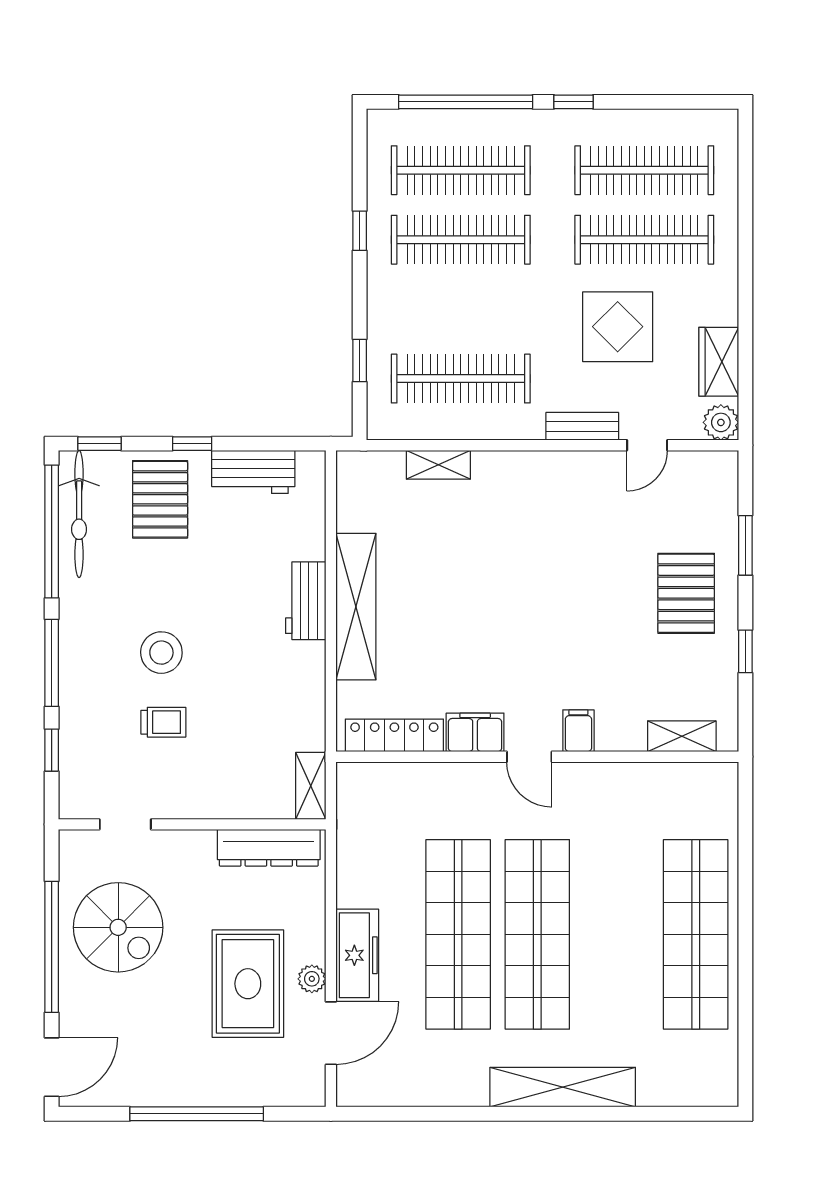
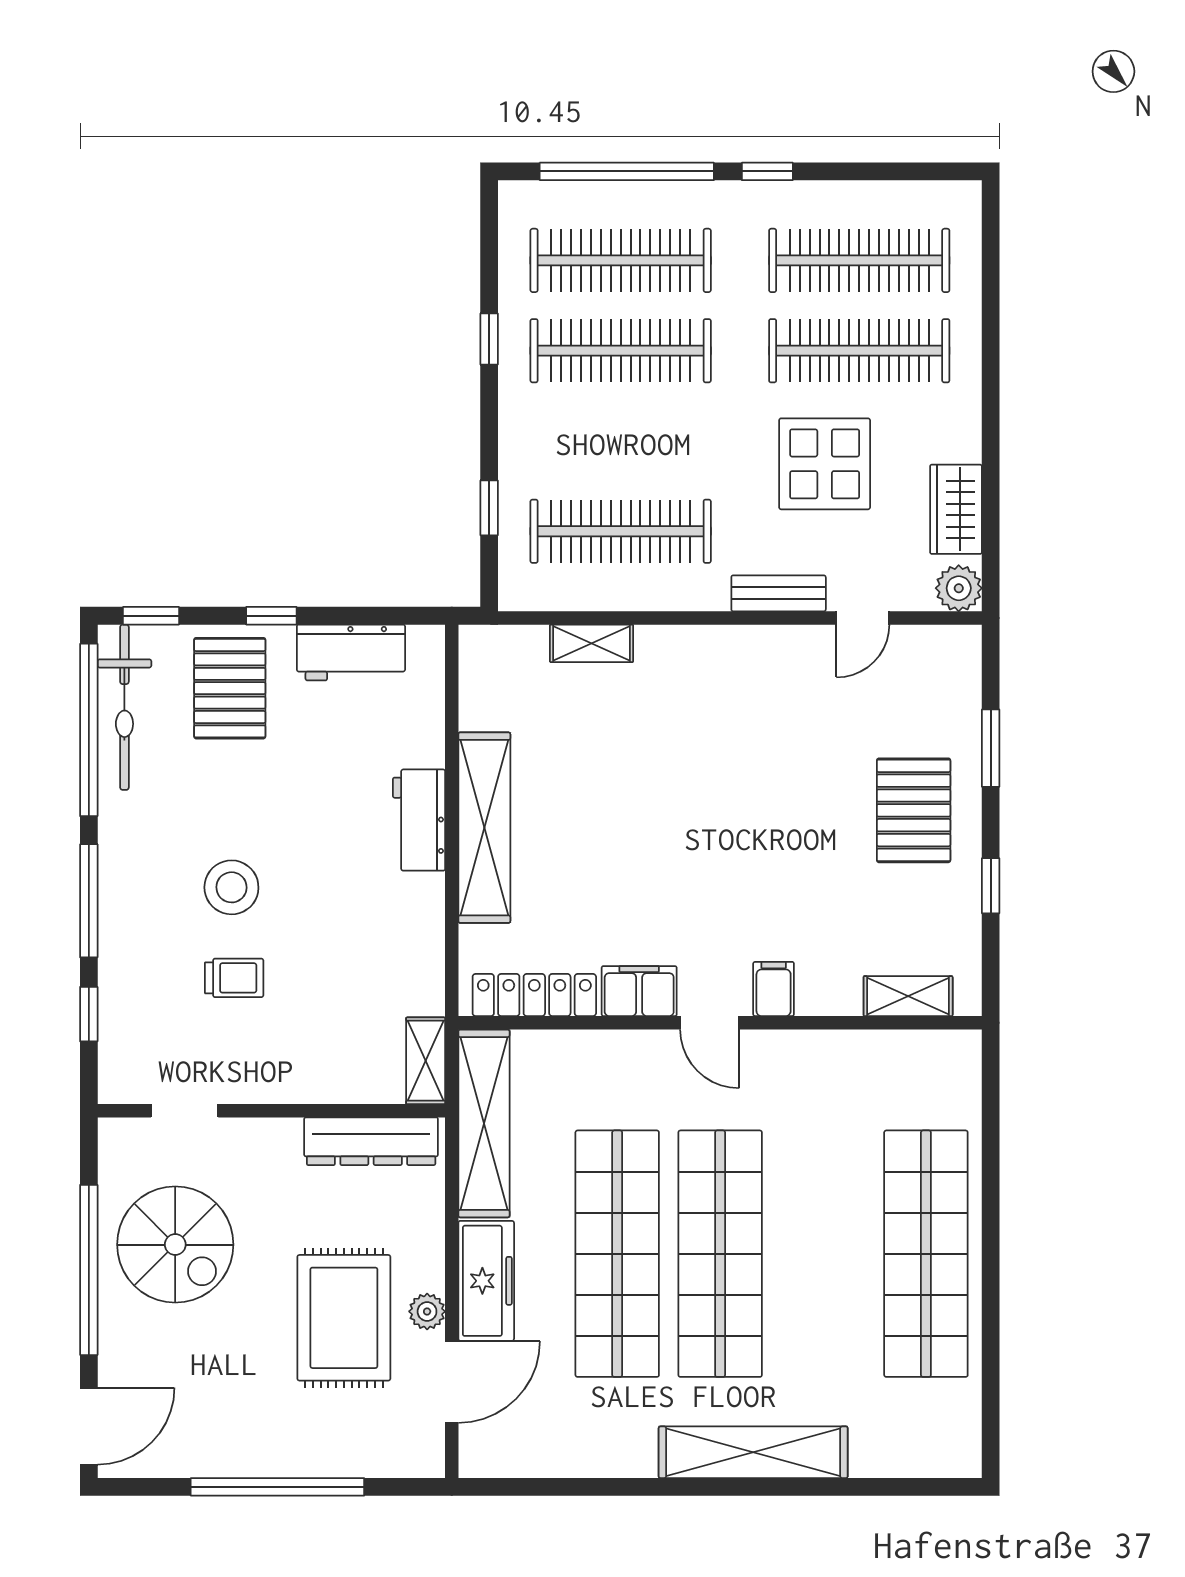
shelving: (356, 834) -> (484, 1123), added

